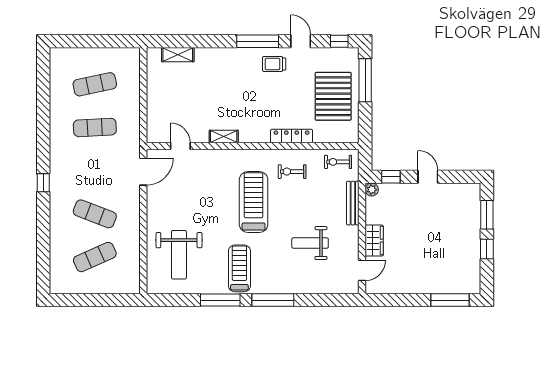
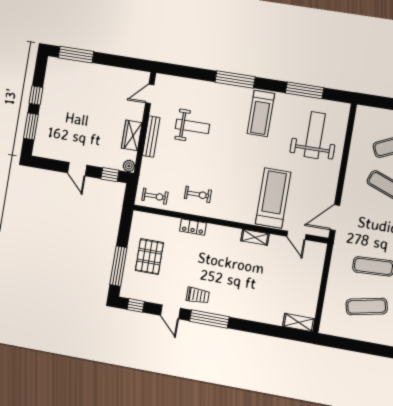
shelving: (178, 55) -> (299, 323), moved
pallet: (333, 96) -> (149, 257), width x0.73, depth x0.71
locker: (292, 136) -> (193, 227), width x0.66
treadmill: (254, 202) -> (273, 198), moved, turned 180
bench: (353, 203) -> (151, 137), moved
wardrobe: (374, 241) -> (132, 135), moved
window: (220, 300) -> (305, 90), moved

